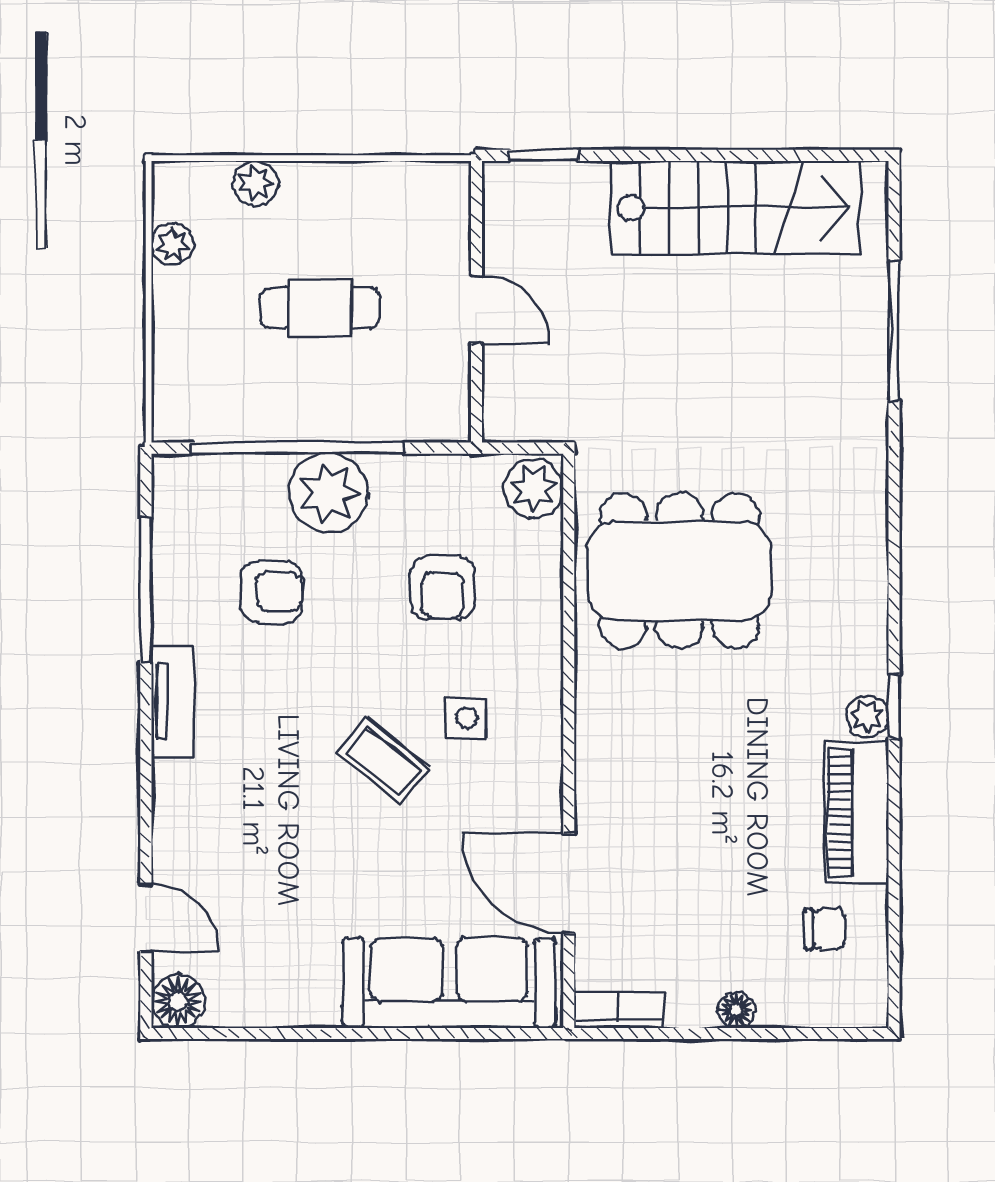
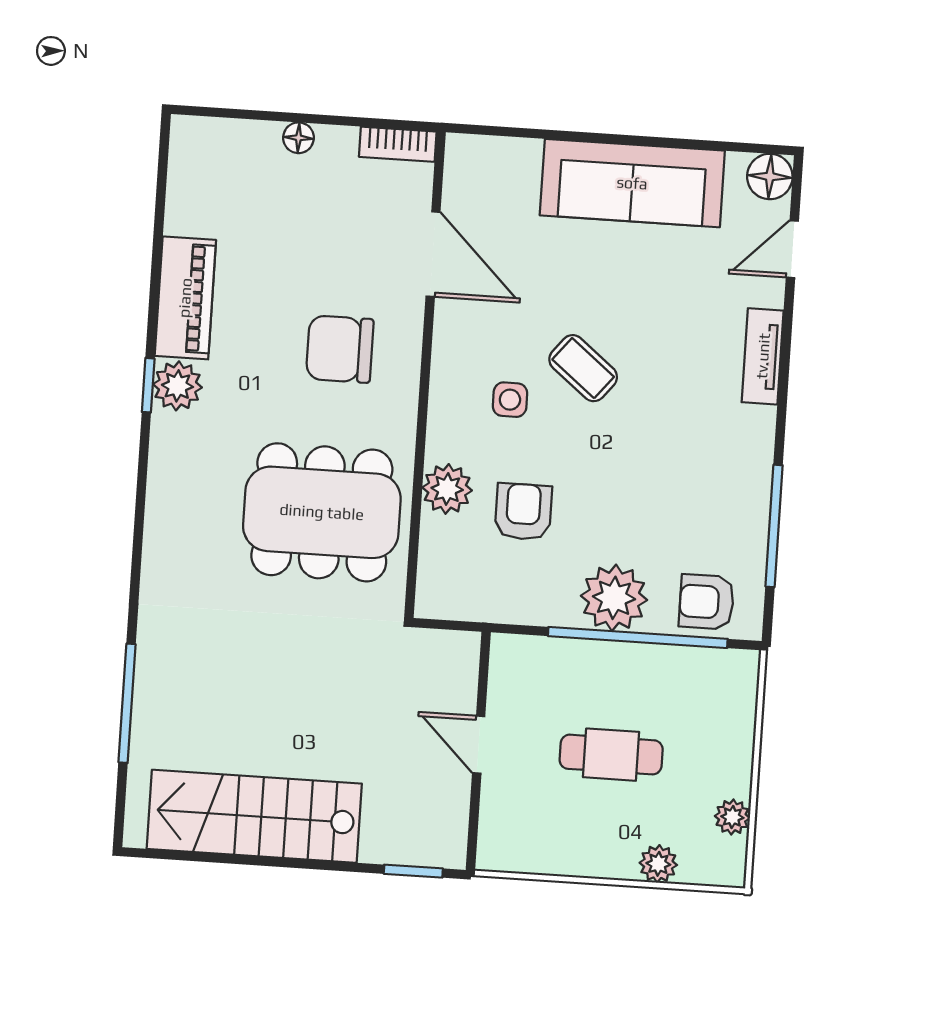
plant: (534, 488) -> (447, 489), moved
armchair: (271, 592) -> (707, 602), moved
tv unit: (173, 702) -> (763, 356), moved
plant: (867, 716) -> (177, 386), width x1.38, depth x1.38
door: (146, 917) -> (792, 249), hinge flipped
chair: (825, 929) -> (340, 349), moved, width x1.87, depth x1.87
sofa: (449, 983) -> (632, 183), moved

